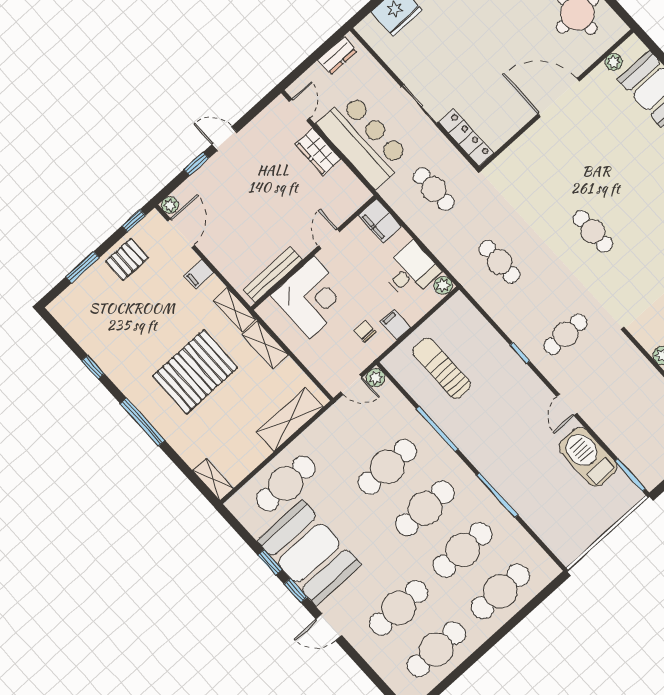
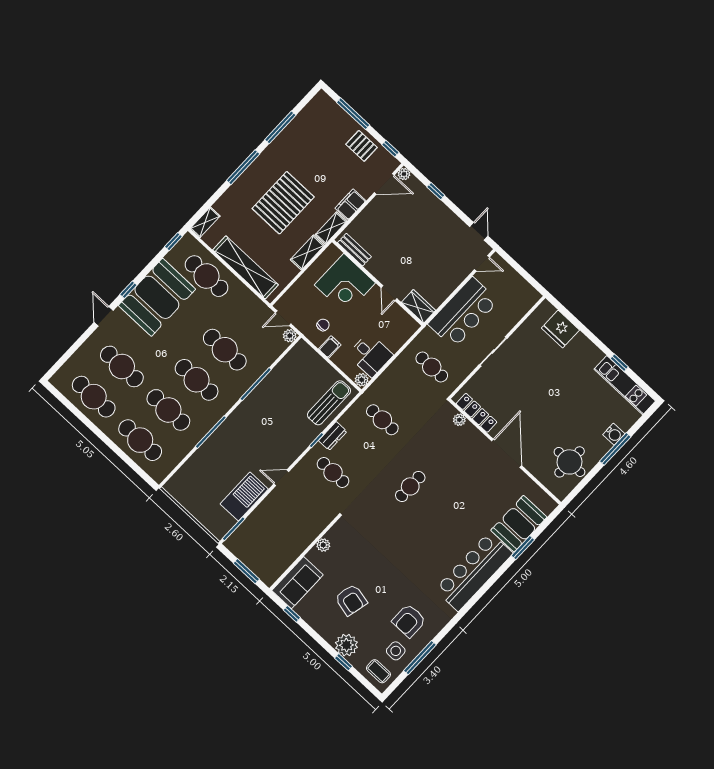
dresser: (337, 55) -> (333, 436), moved, turned -90
plant: (614, 62) -> (459, 420), moved
locker: (466, 138) -> (476, 413), moved, turned -90
door: (224, 139) -> (479, 231), moved
wardrobe: (318, 152) -> (418, 306), moved, turned 90
cafe table: (434, 189) -> (432, 367), turned 90
filing cabinet: (380, 221) -> (405, 329), removed
door: (329, 239) -> (389, 293), swing flipped
cafe table: (500, 262) -> (382, 420), turned 90
window: (83, 267) -> (353, 114), width x1.44
filing cabinet: (199, 274) -> (350, 205), width x2.00
bench: (273, 275) -> (354, 250), width x0.73
window: (93, 367) -> (280, 127), width x2.17
sun lounger: (442, 368) -> (329, 403), moved
pallet: (195, 372) -> (283, 203), turned 90
door: (351, 385) -> (283, 318), hinge flipped
shelving: (290, 419) -> (245, 267), width x1.47
window: (270, 562) -> (173, 242), moved

